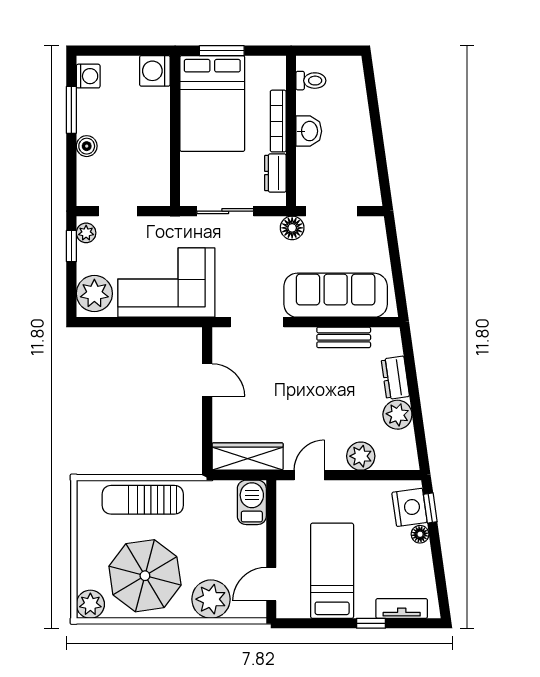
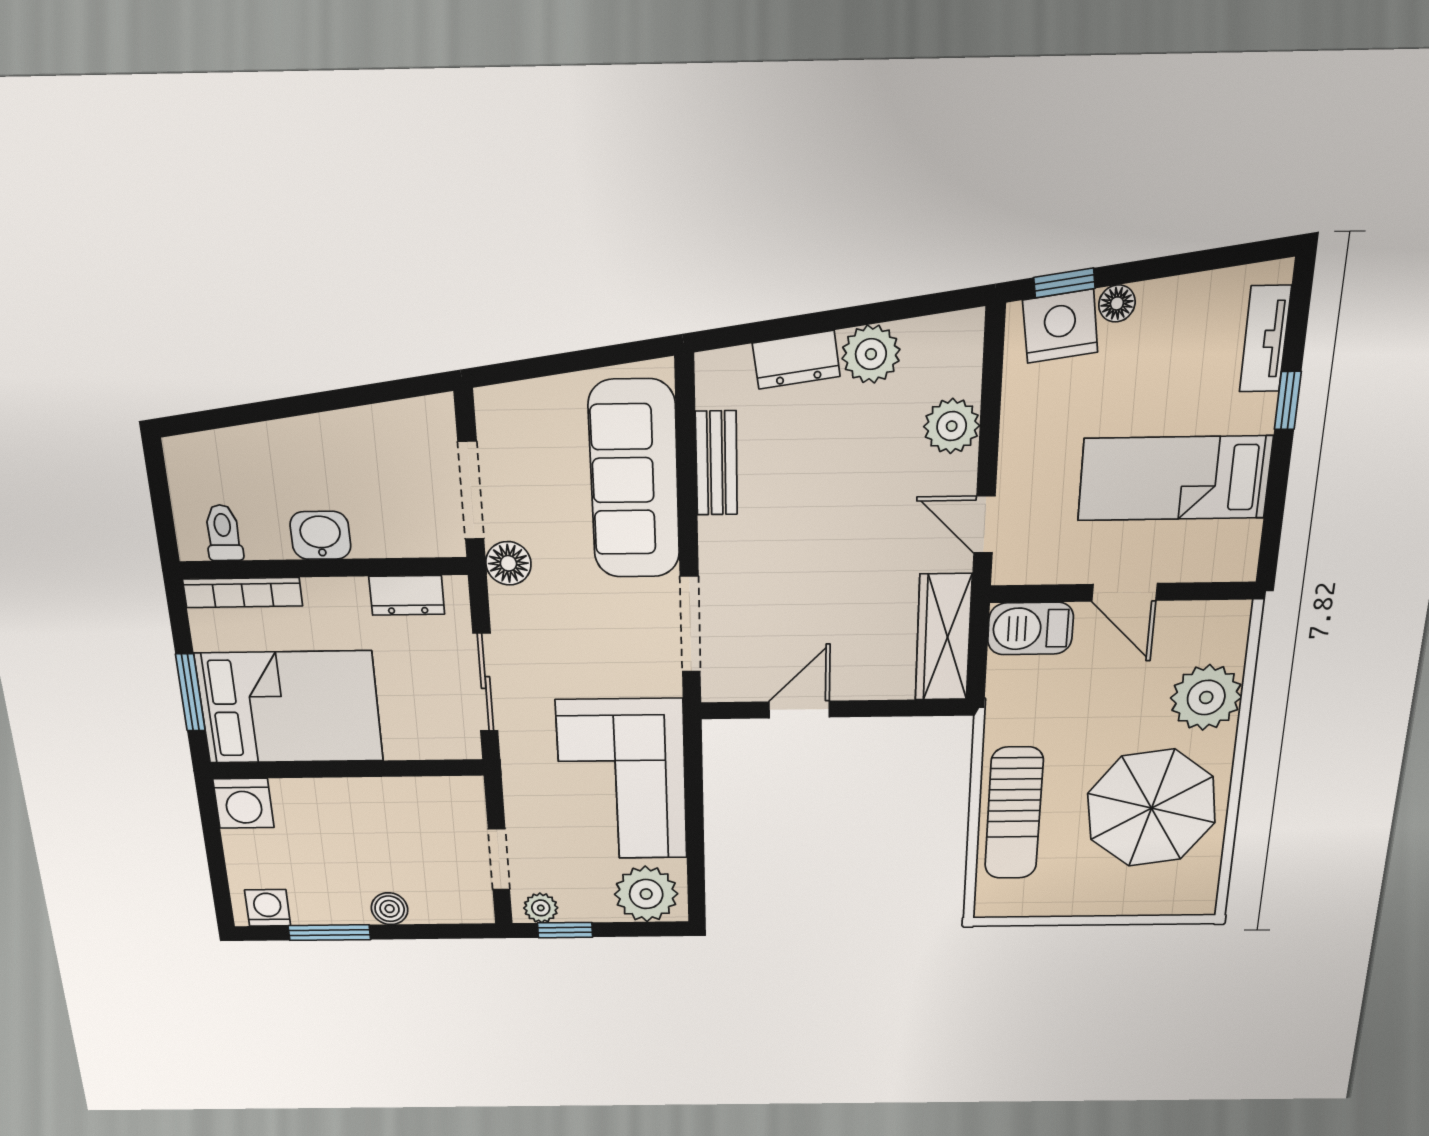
bookcase: (278, 121) -> (243, 593), moved
door: (271, 584) -> (1125, 592), moved
plant: (90, 604) -> (1193, 894), removed

